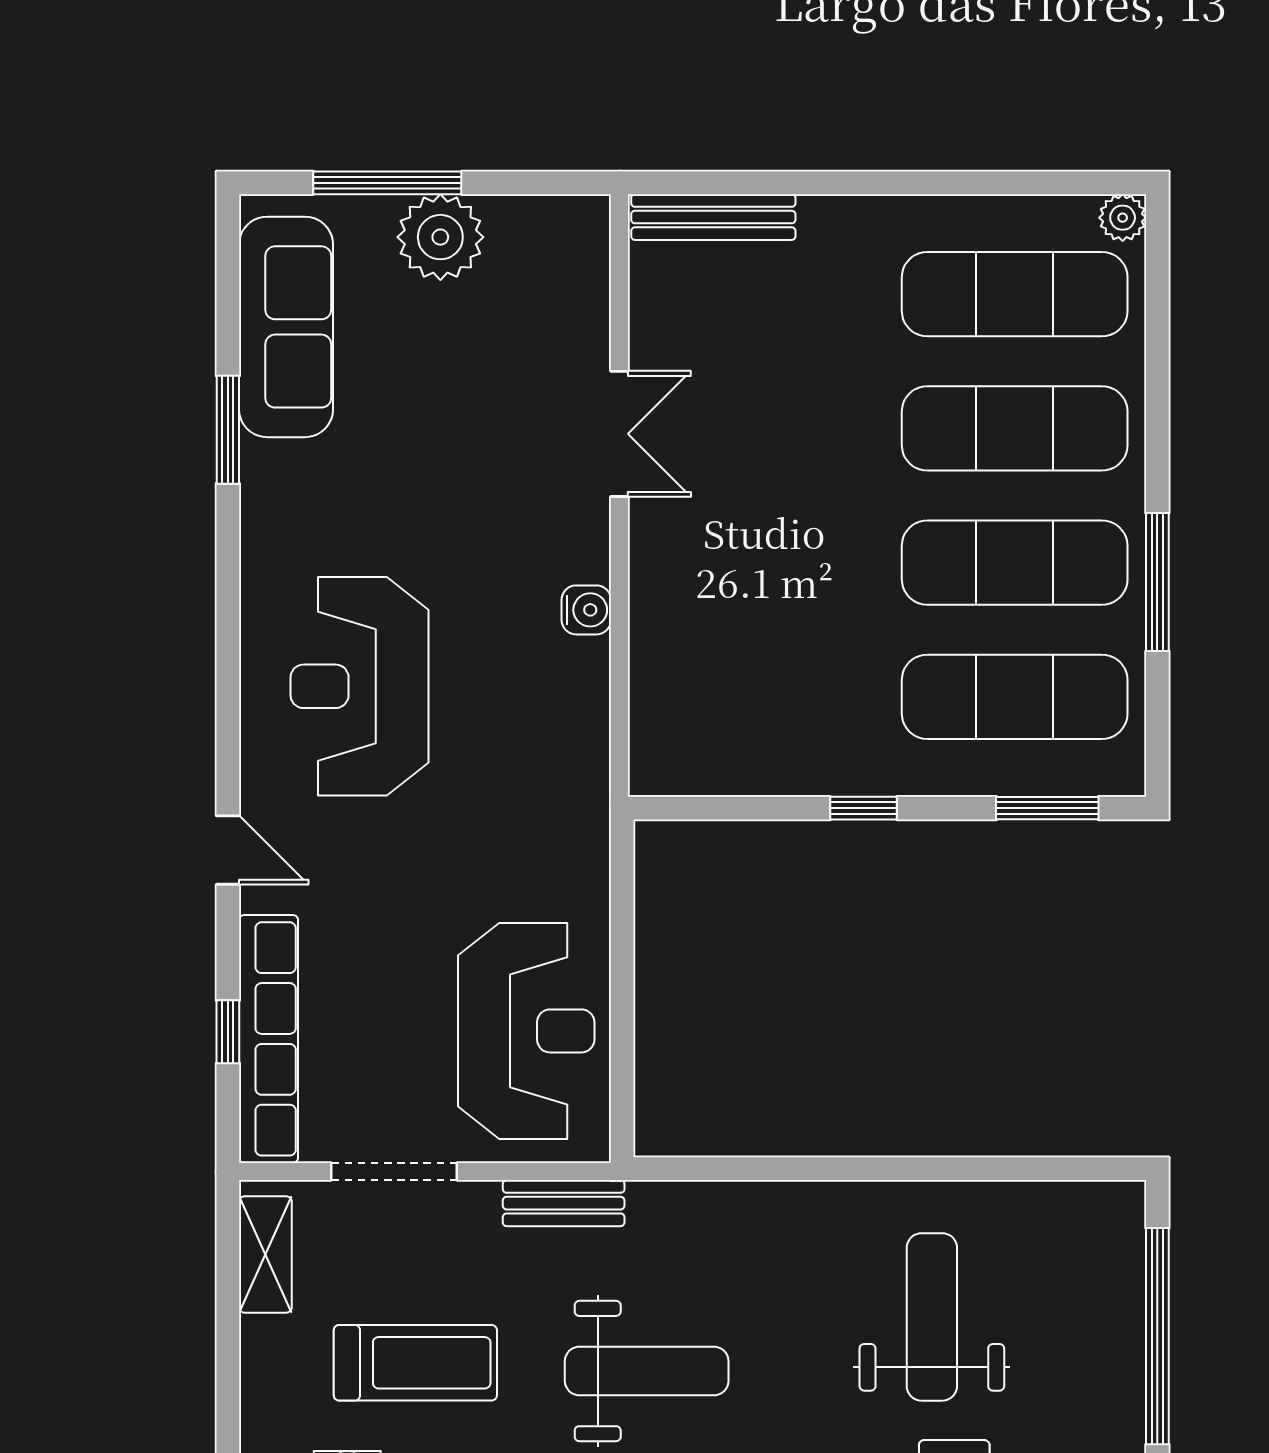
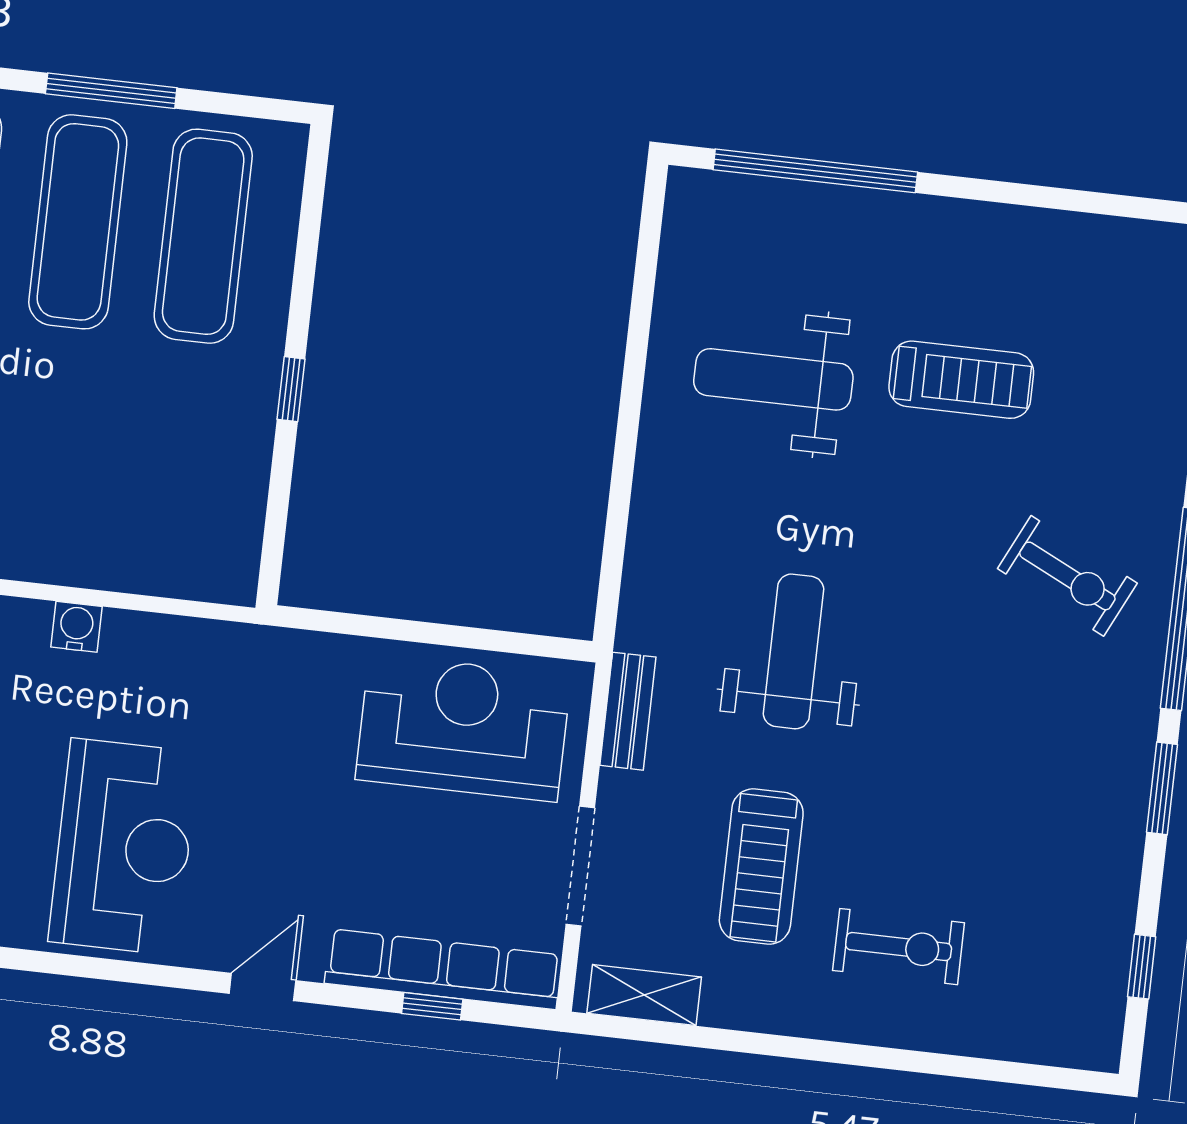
reception desk: (359, 686) -> (124, 847), turned -90
window: (1047, 808) -> (311, 217), removed
treadmill: (415, 1363) -> (761, 867), turned 180

